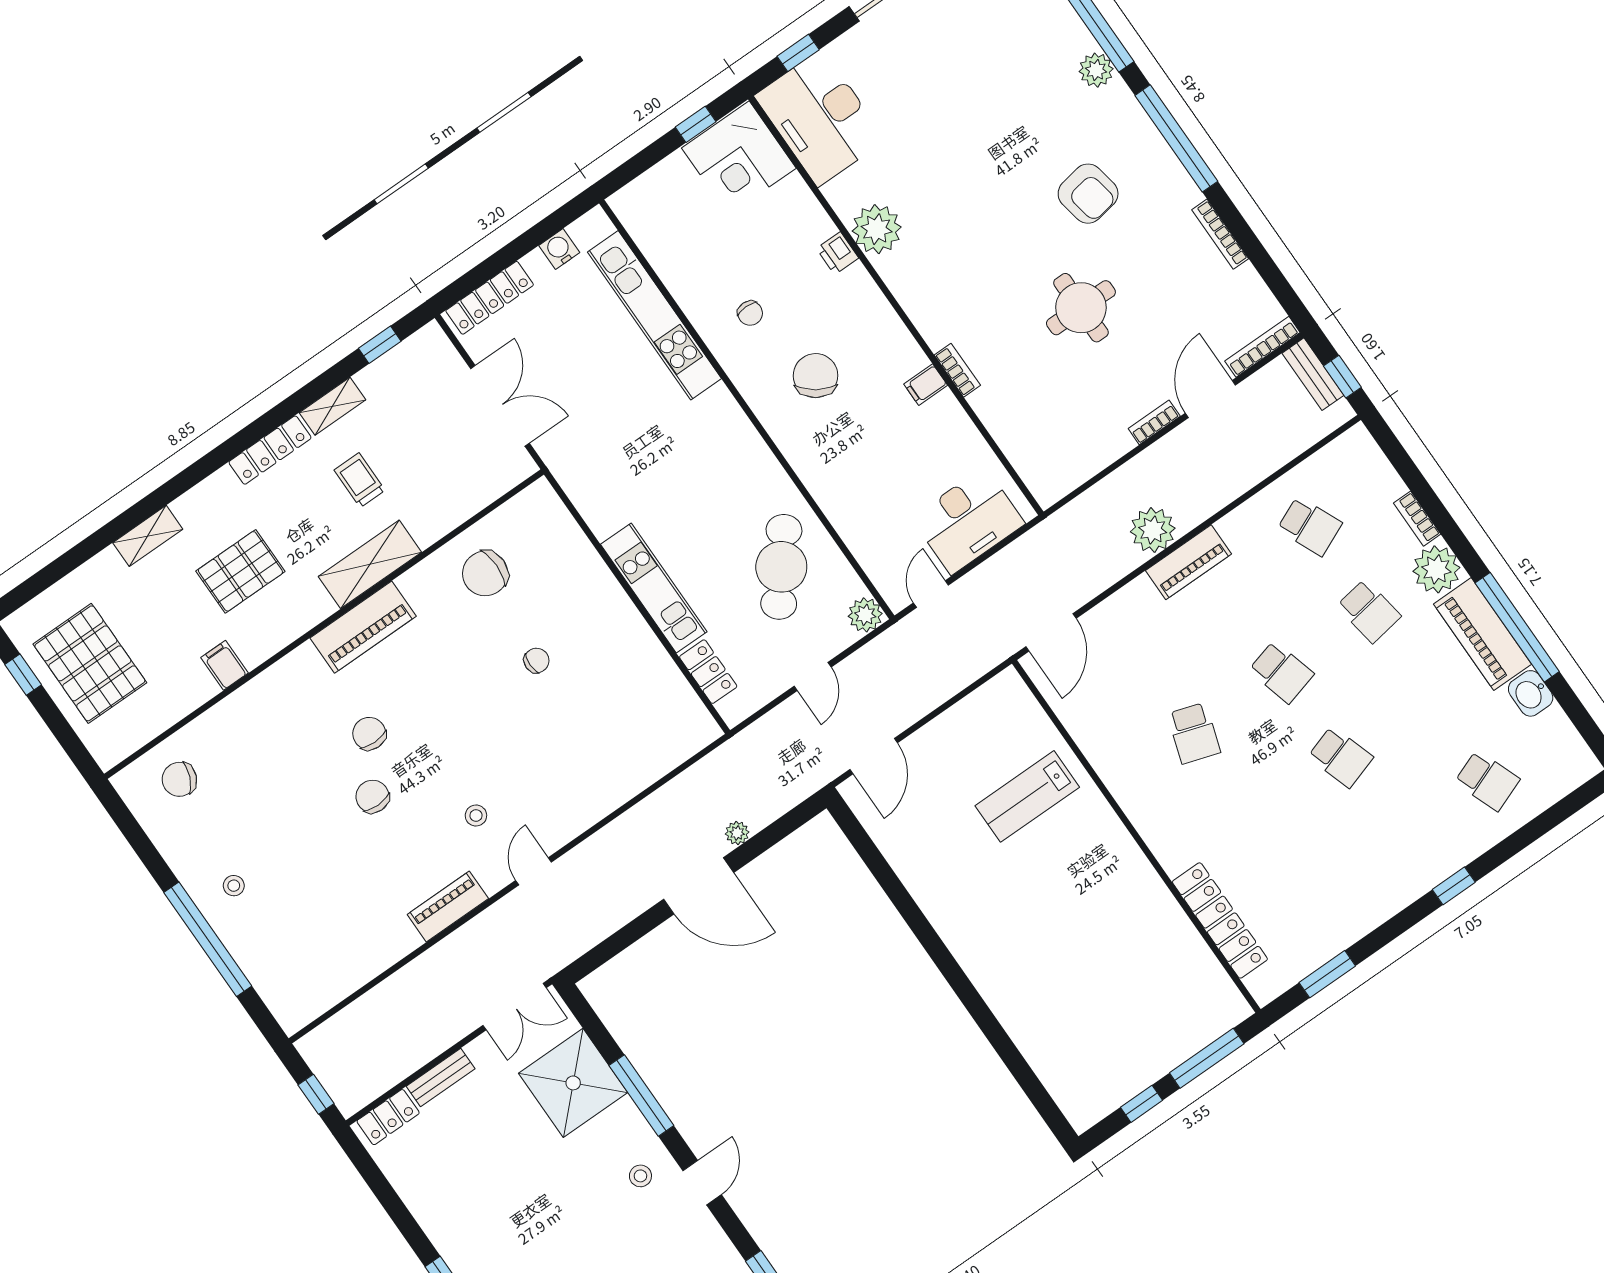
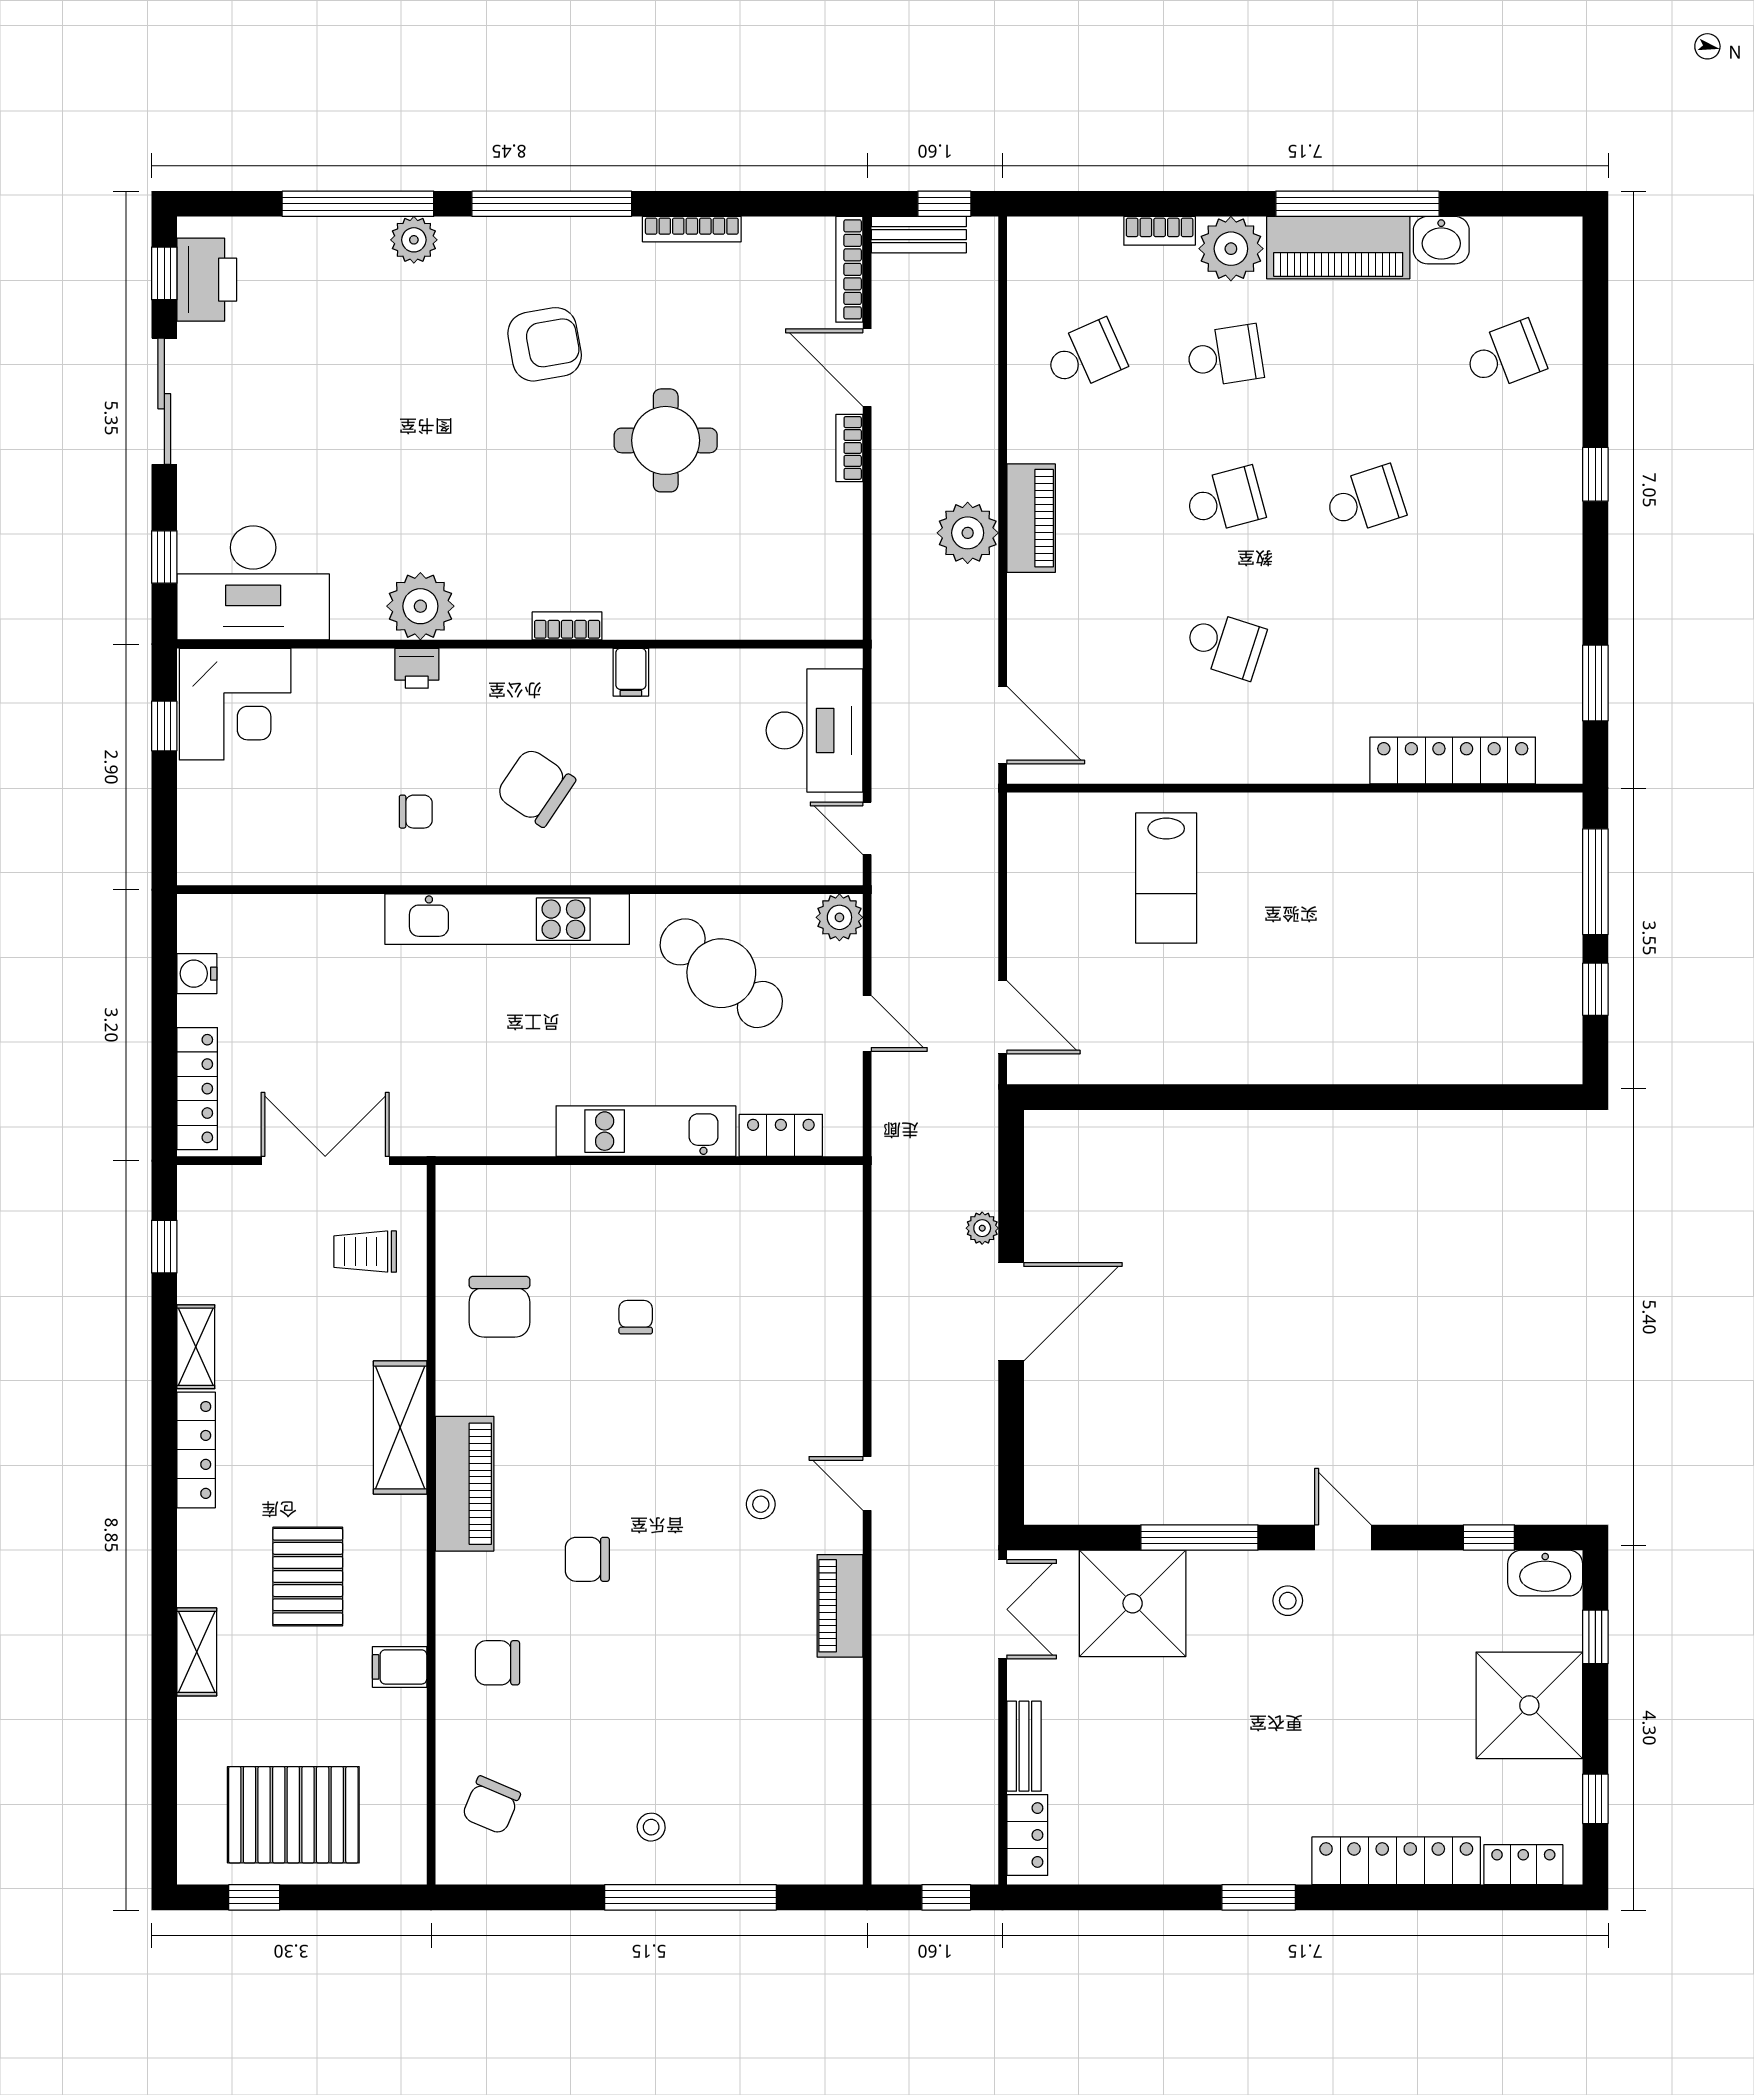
kitchen unit: (655, 315) -> (507, 919), moved
bookcase: (957, 370) -> (567, 626), moved
trolley: (360, 480) -> (365, 1252), moved
chair: (372, 796) -> (497, 1663), moved

